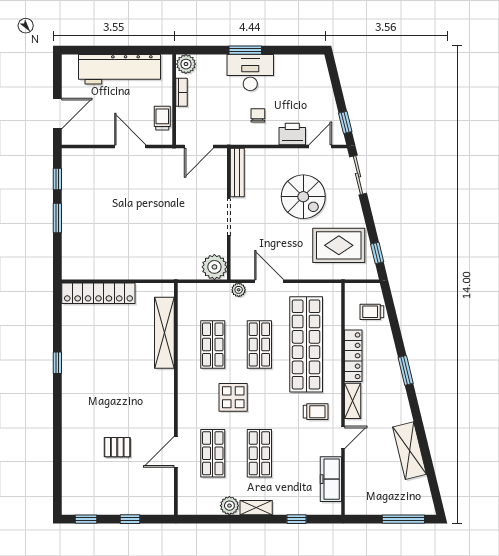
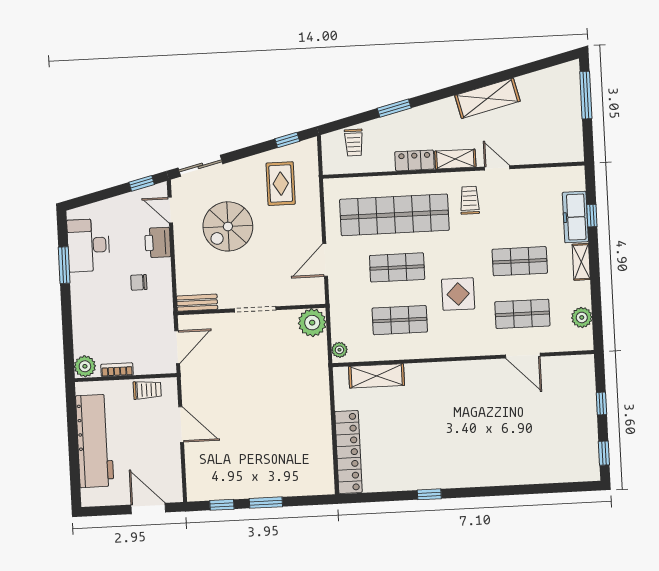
window: (245, 50) -> (64, 265), moved
desk: (250, 73) -> (88, 245), moved
trolley: (162, 118) -> (147, 390), turned 180
door: (130, 147) -> (181, 424), swing flipped
door: (199, 147) -> (177, 347), hinge flipped
bench: (237, 173) -> (197, 303), width x0.73
spiral stairs: (303, 197) -> (228, 226), turned 180
rug: (339, 245) -> (281, 184), width x0.73, depth x0.70
plant: (239, 290) -> (339, 350), moved
shelving: (164, 333) -> (377, 376), width x0.68
locker: (353, 356) -> (414, 160), width x0.66
window: (406, 370) -> (394, 108), moved
pallet: (117, 447) -> (521, 422), removed
shelving: (410, 451) -> (487, 98), moved
freezer: (331, 479) -> (575, 217), moved, turned 90
plant: (229, 506) -> (582, 317), moved

